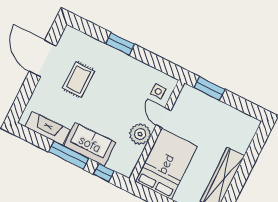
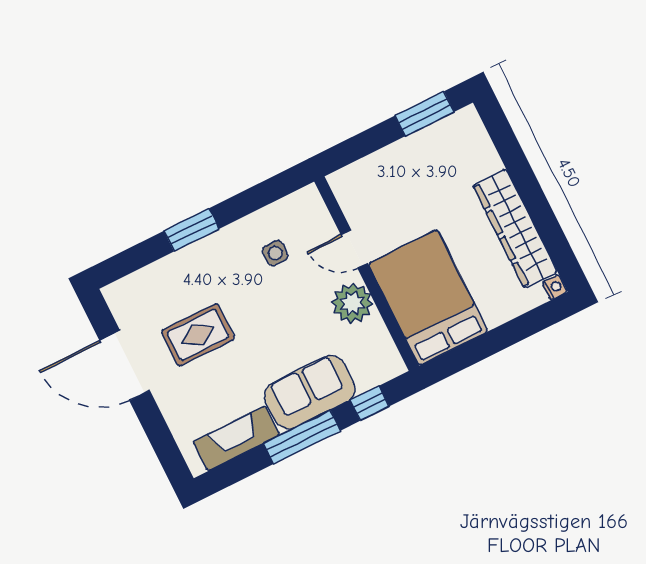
rug: (78, 80) -> (198, 335), turned 90
window: (209, 88) -> (425, 114), moved
side table: (158, 91) -> (275, 253), moved

